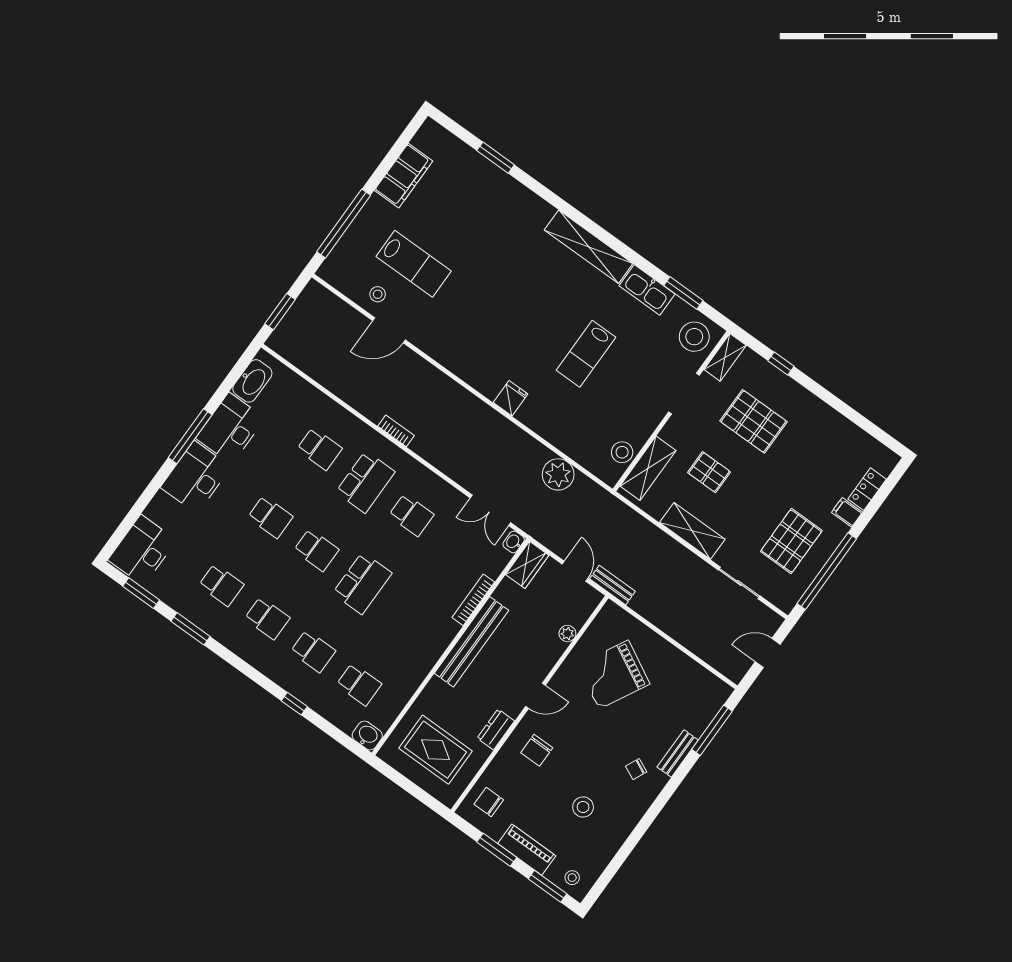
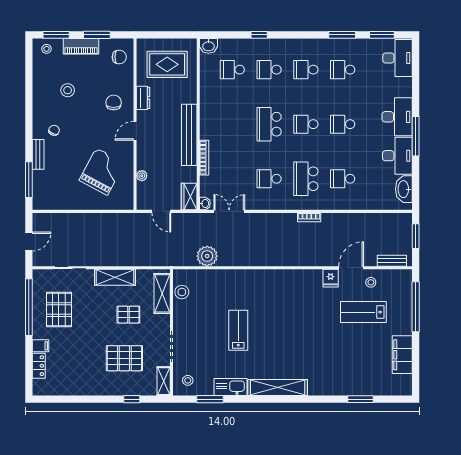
stool: (694, 337) -> (188, 380), width x0.53, depth x0.53
fridge: (511, 398) -> (331, 278), moved
bench: (612, 585) -> (392, 261), moved

